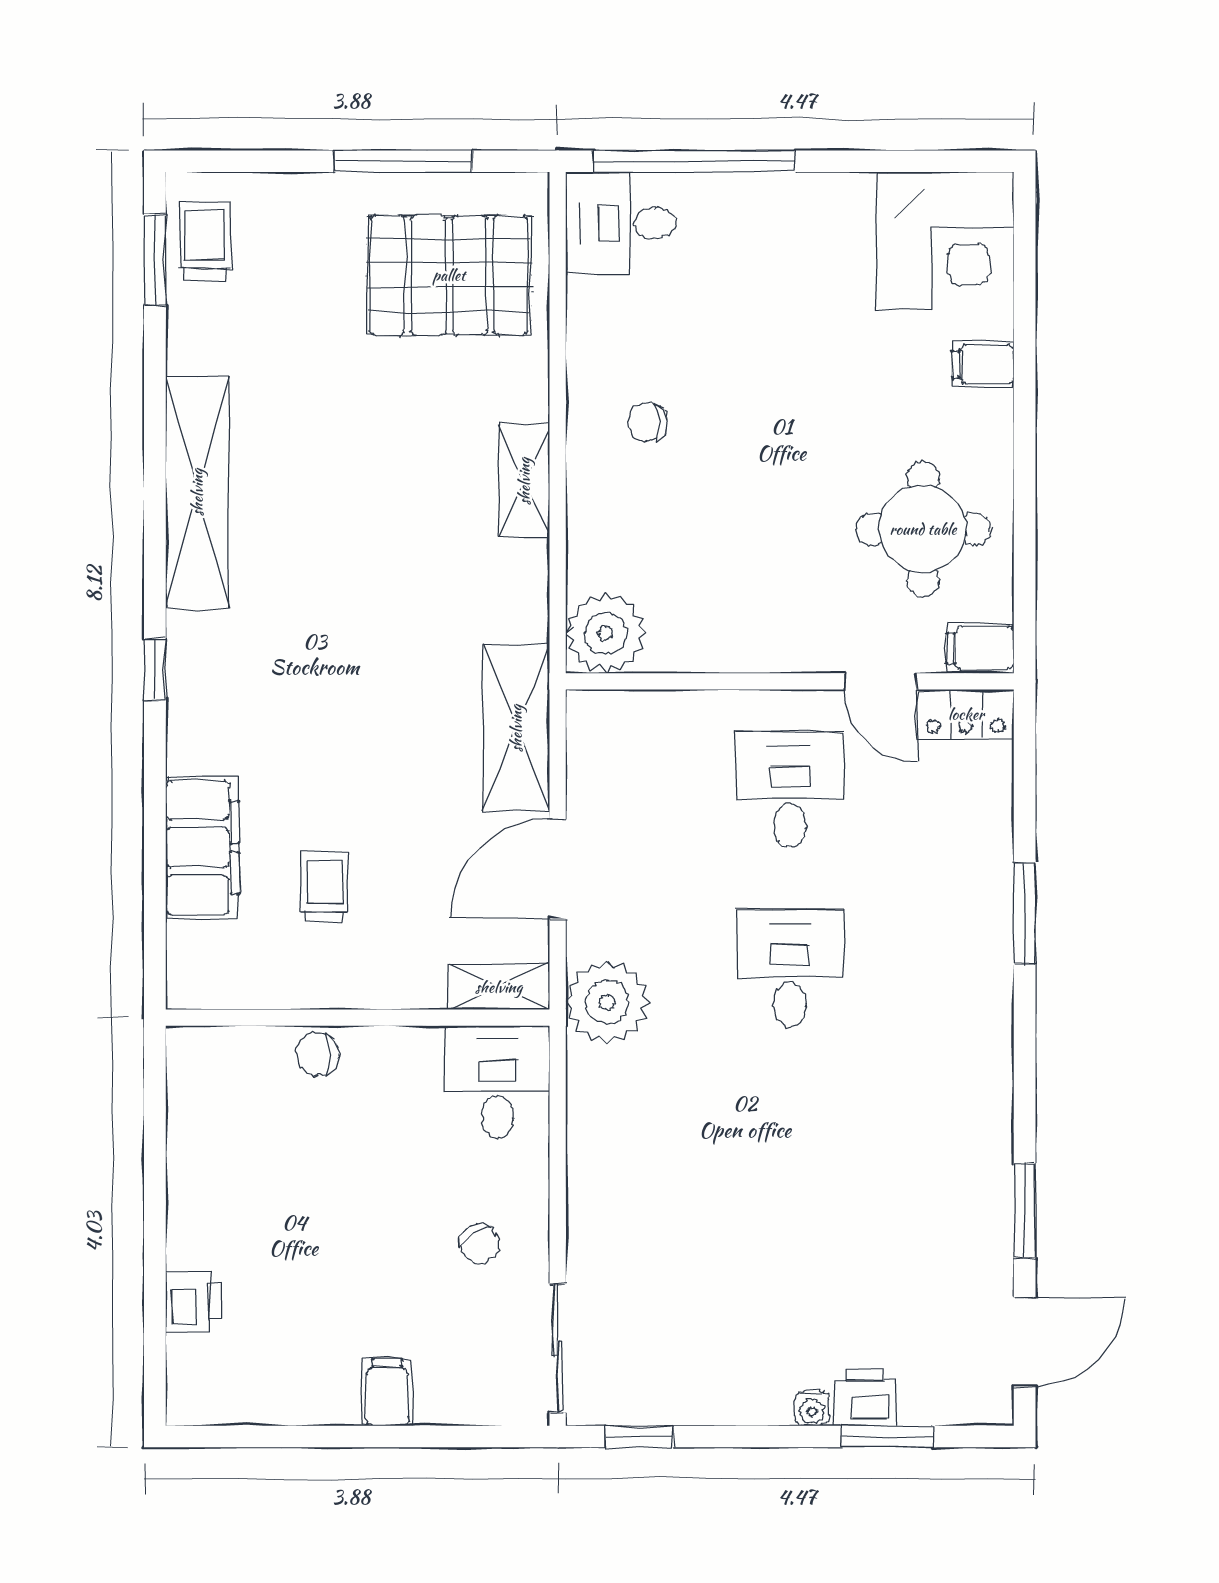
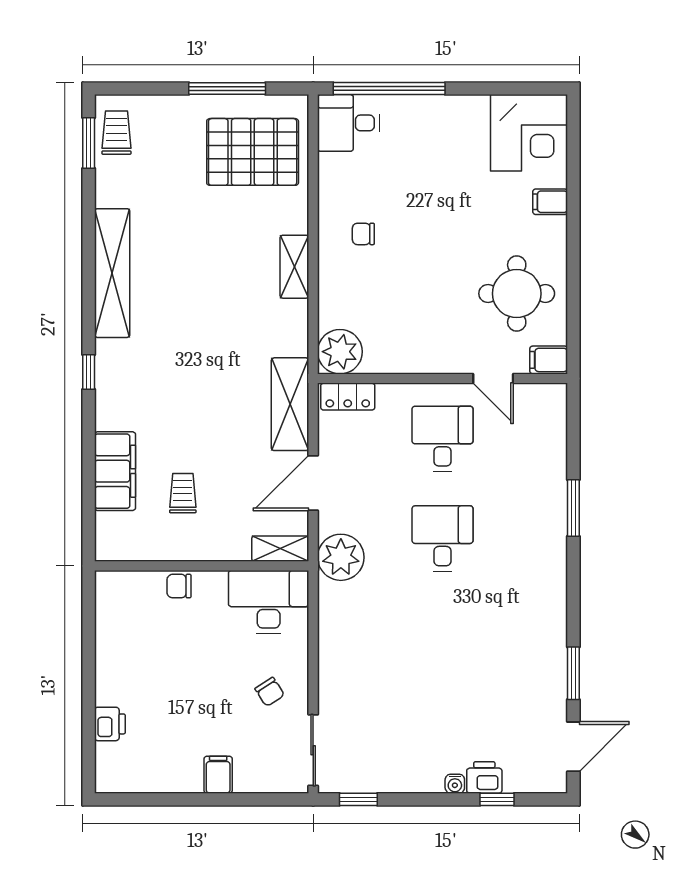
locker: (966, 714) -> (348, 397), moved
desk: (497, 1082) -> (269, 602), width x1.37
window: (887, 1436) -> (497, 799), width x0.67

